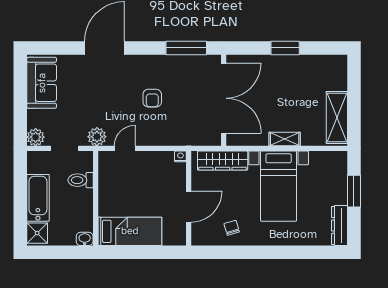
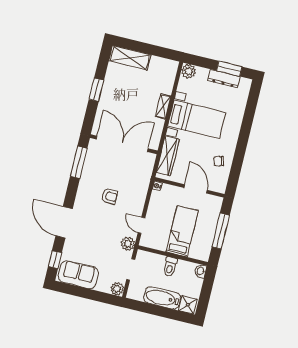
window: (54, 48) -> (55, 260), added
shelving: (337, 117) -> (130, 58), moved
plant: (338, 161) -> (189, 71), added
toilet: (81, 180) -> (170, 267), moved
window: (354, 191) -> (229, 69), moved
dresser: (339, 225) -> (224, 79), moved
bed: (130, 231) -> (182, 231), moved
window: (142, 252) -> (221, 231), added

